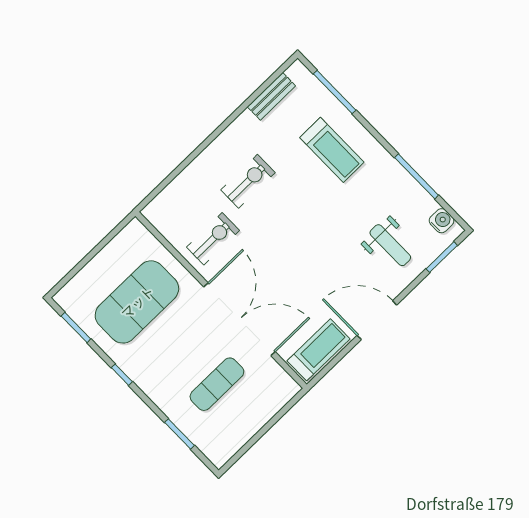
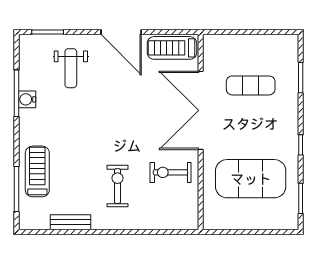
bench: (271, 96) -> (70, 222), moved
treadmill: (332, 150) -> (37, 171), moved
exercise bike: (248, 181) -> (117, 186), turned 90
water cooler: (442, 221) -> (27, 99), moved
weight bench: (390, 245) -> (71, 68), turned 180

